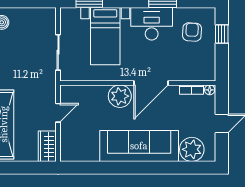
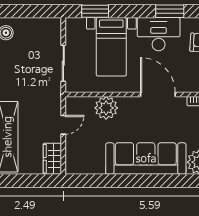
door: (151, 83) -> (158, 94), swing flipped
plant: (120, 96) -> (106, 108), moved

